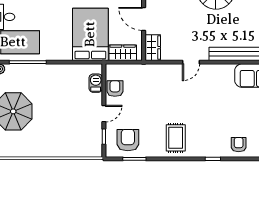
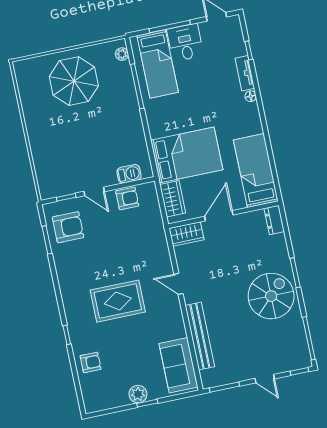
rug: (176, 138) -> (118, 301), moved, width x1.36, depth x1.43

